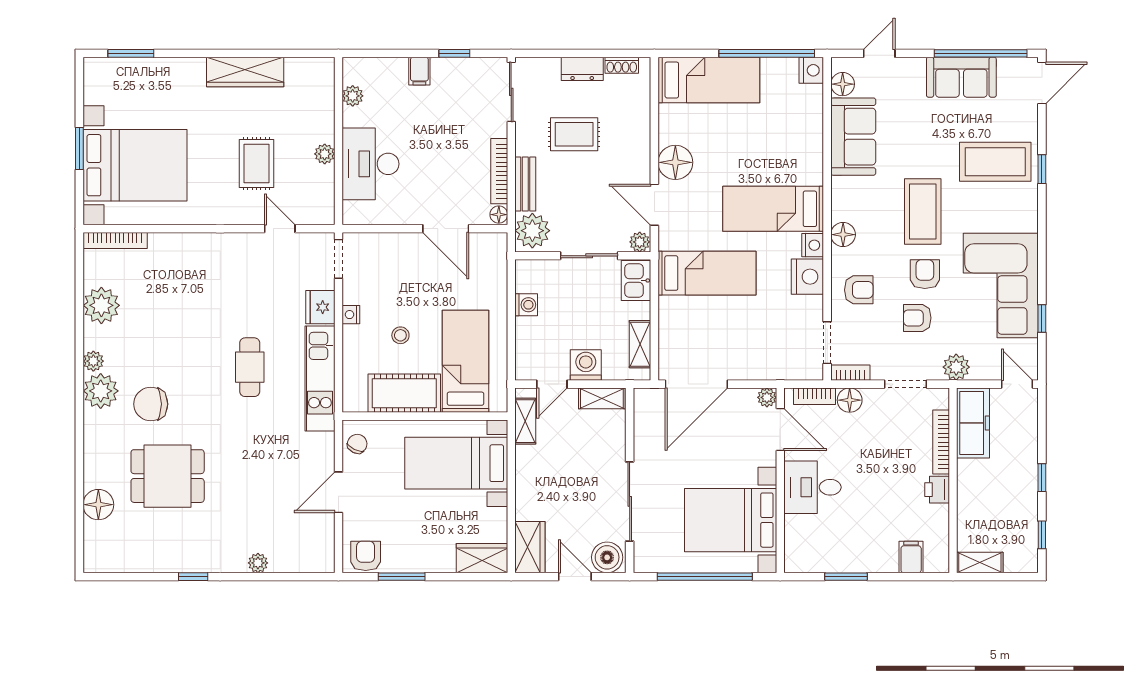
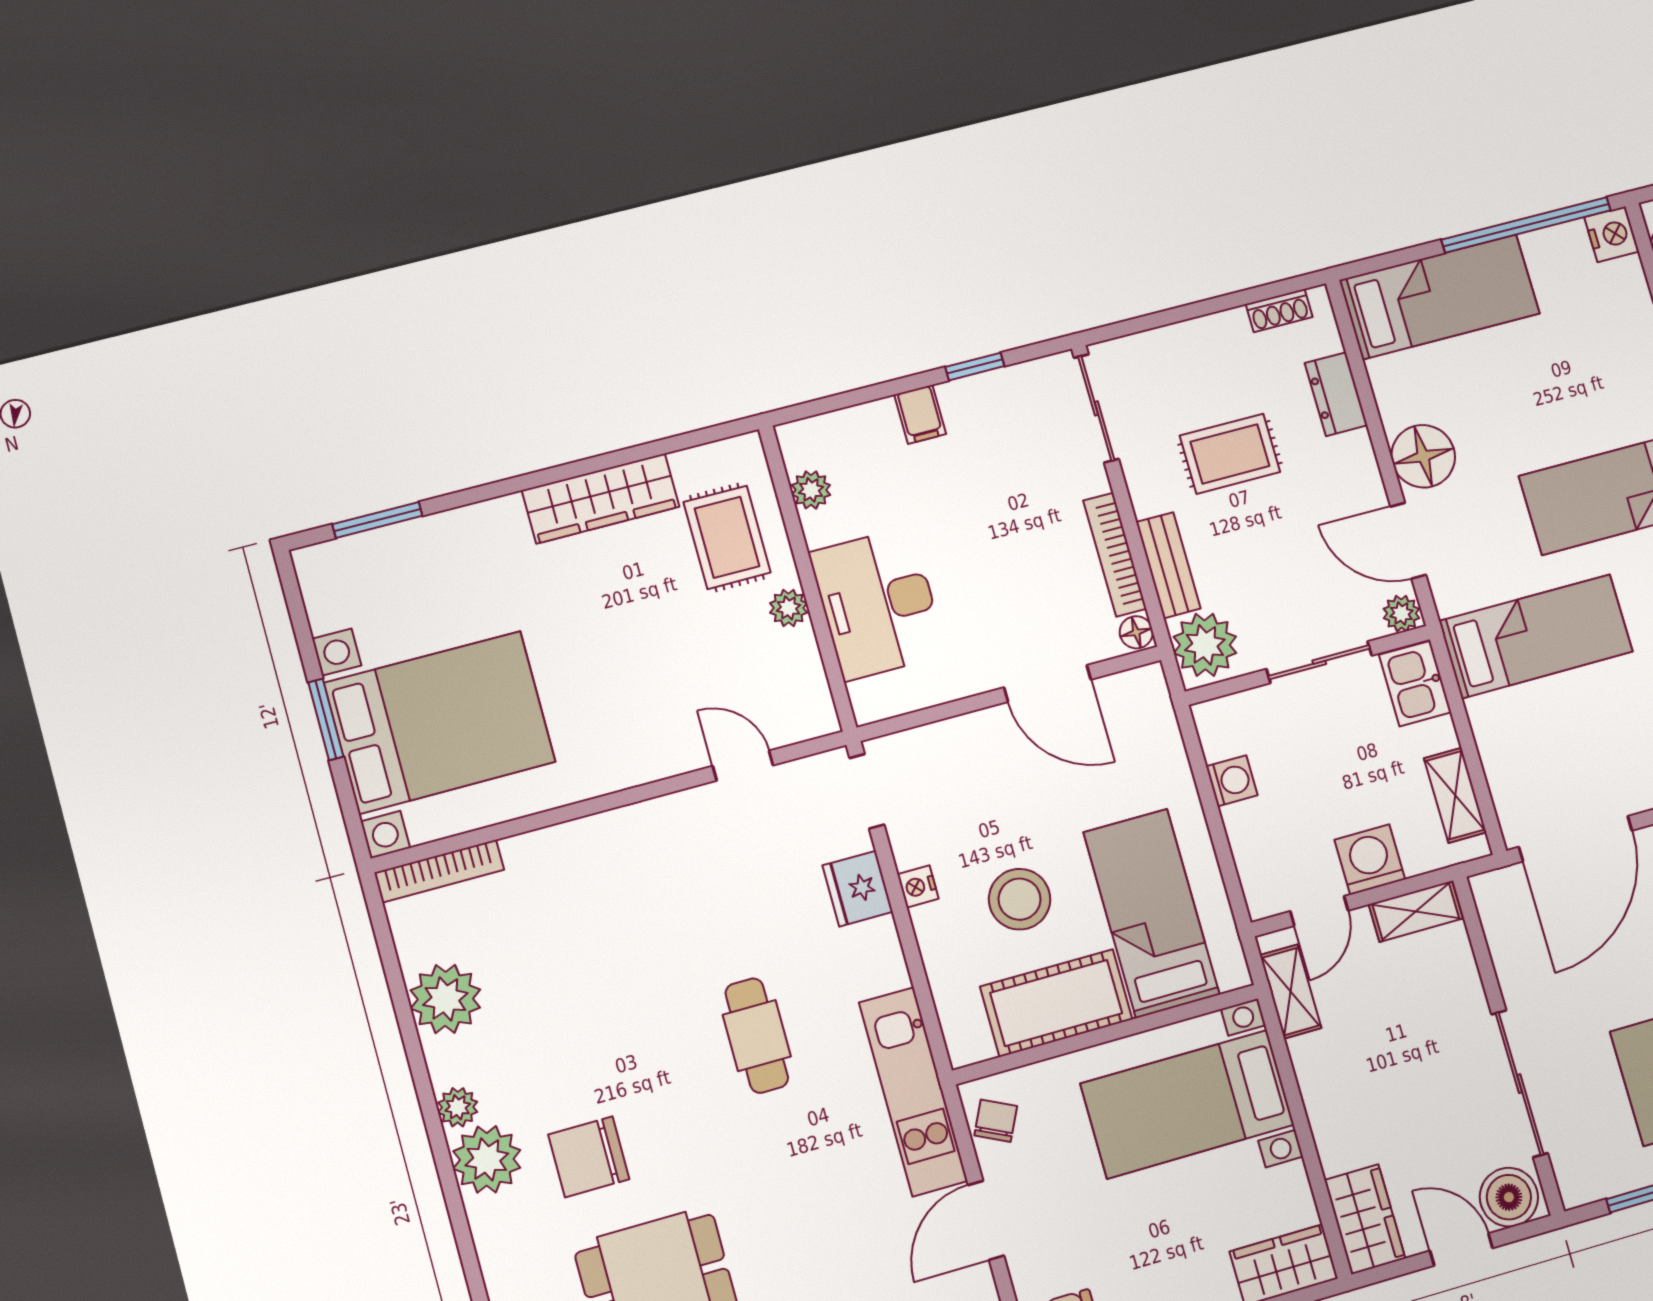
dresser: (582, 69) -> (1336, 394), moved, turned 90
rug: (257, 163) -> (727, 537), moved
stool: (400, 335) -> (1020, 899), width x1.89, depth x1.89
kitchen unit: (320, 378) -> (913, 1092), moved

